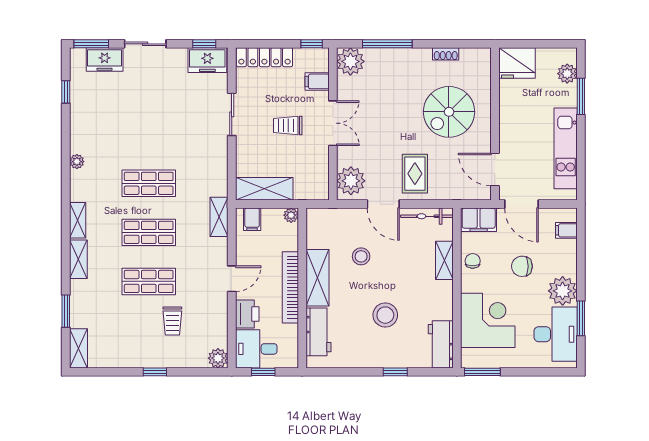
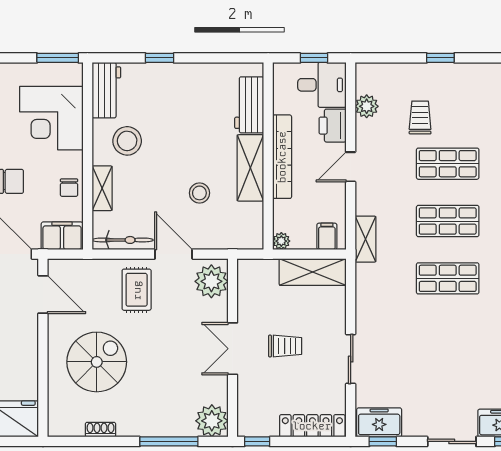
filing cabinet: (317, 81) -> (251, 397), removed
stool: (385, 315) -> (127, 141), moved
plant: (218, 358) -> (367, 106), moved

